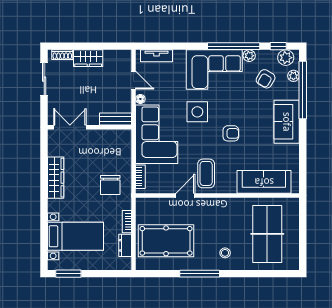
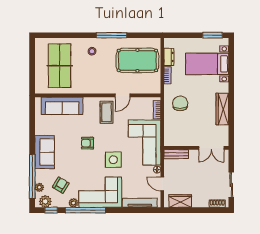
tv unit: (156, 56) -> (140, 203), width x1.41
wardrobe: (88, 58) -> (180, 201), moved

